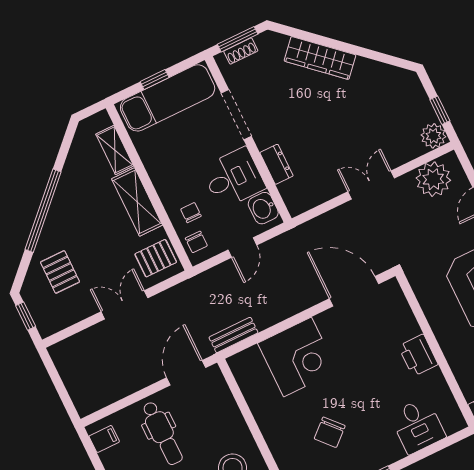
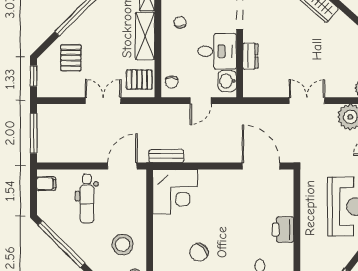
chair: (191, 213) -> (180, 23), moved
corner desk: (297, 357) -> (175, 192), moved
window: (59, 385) -> (34, 133), added

